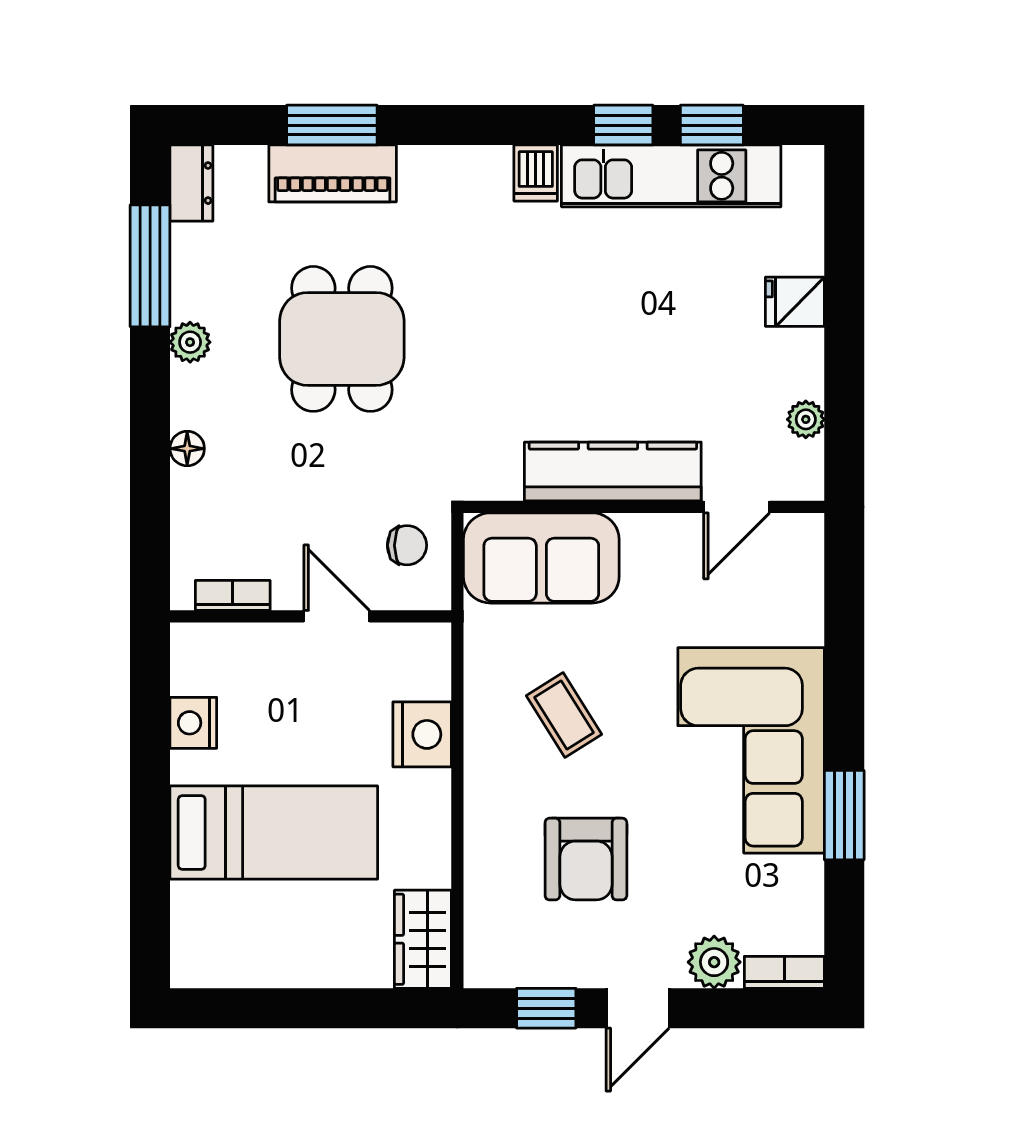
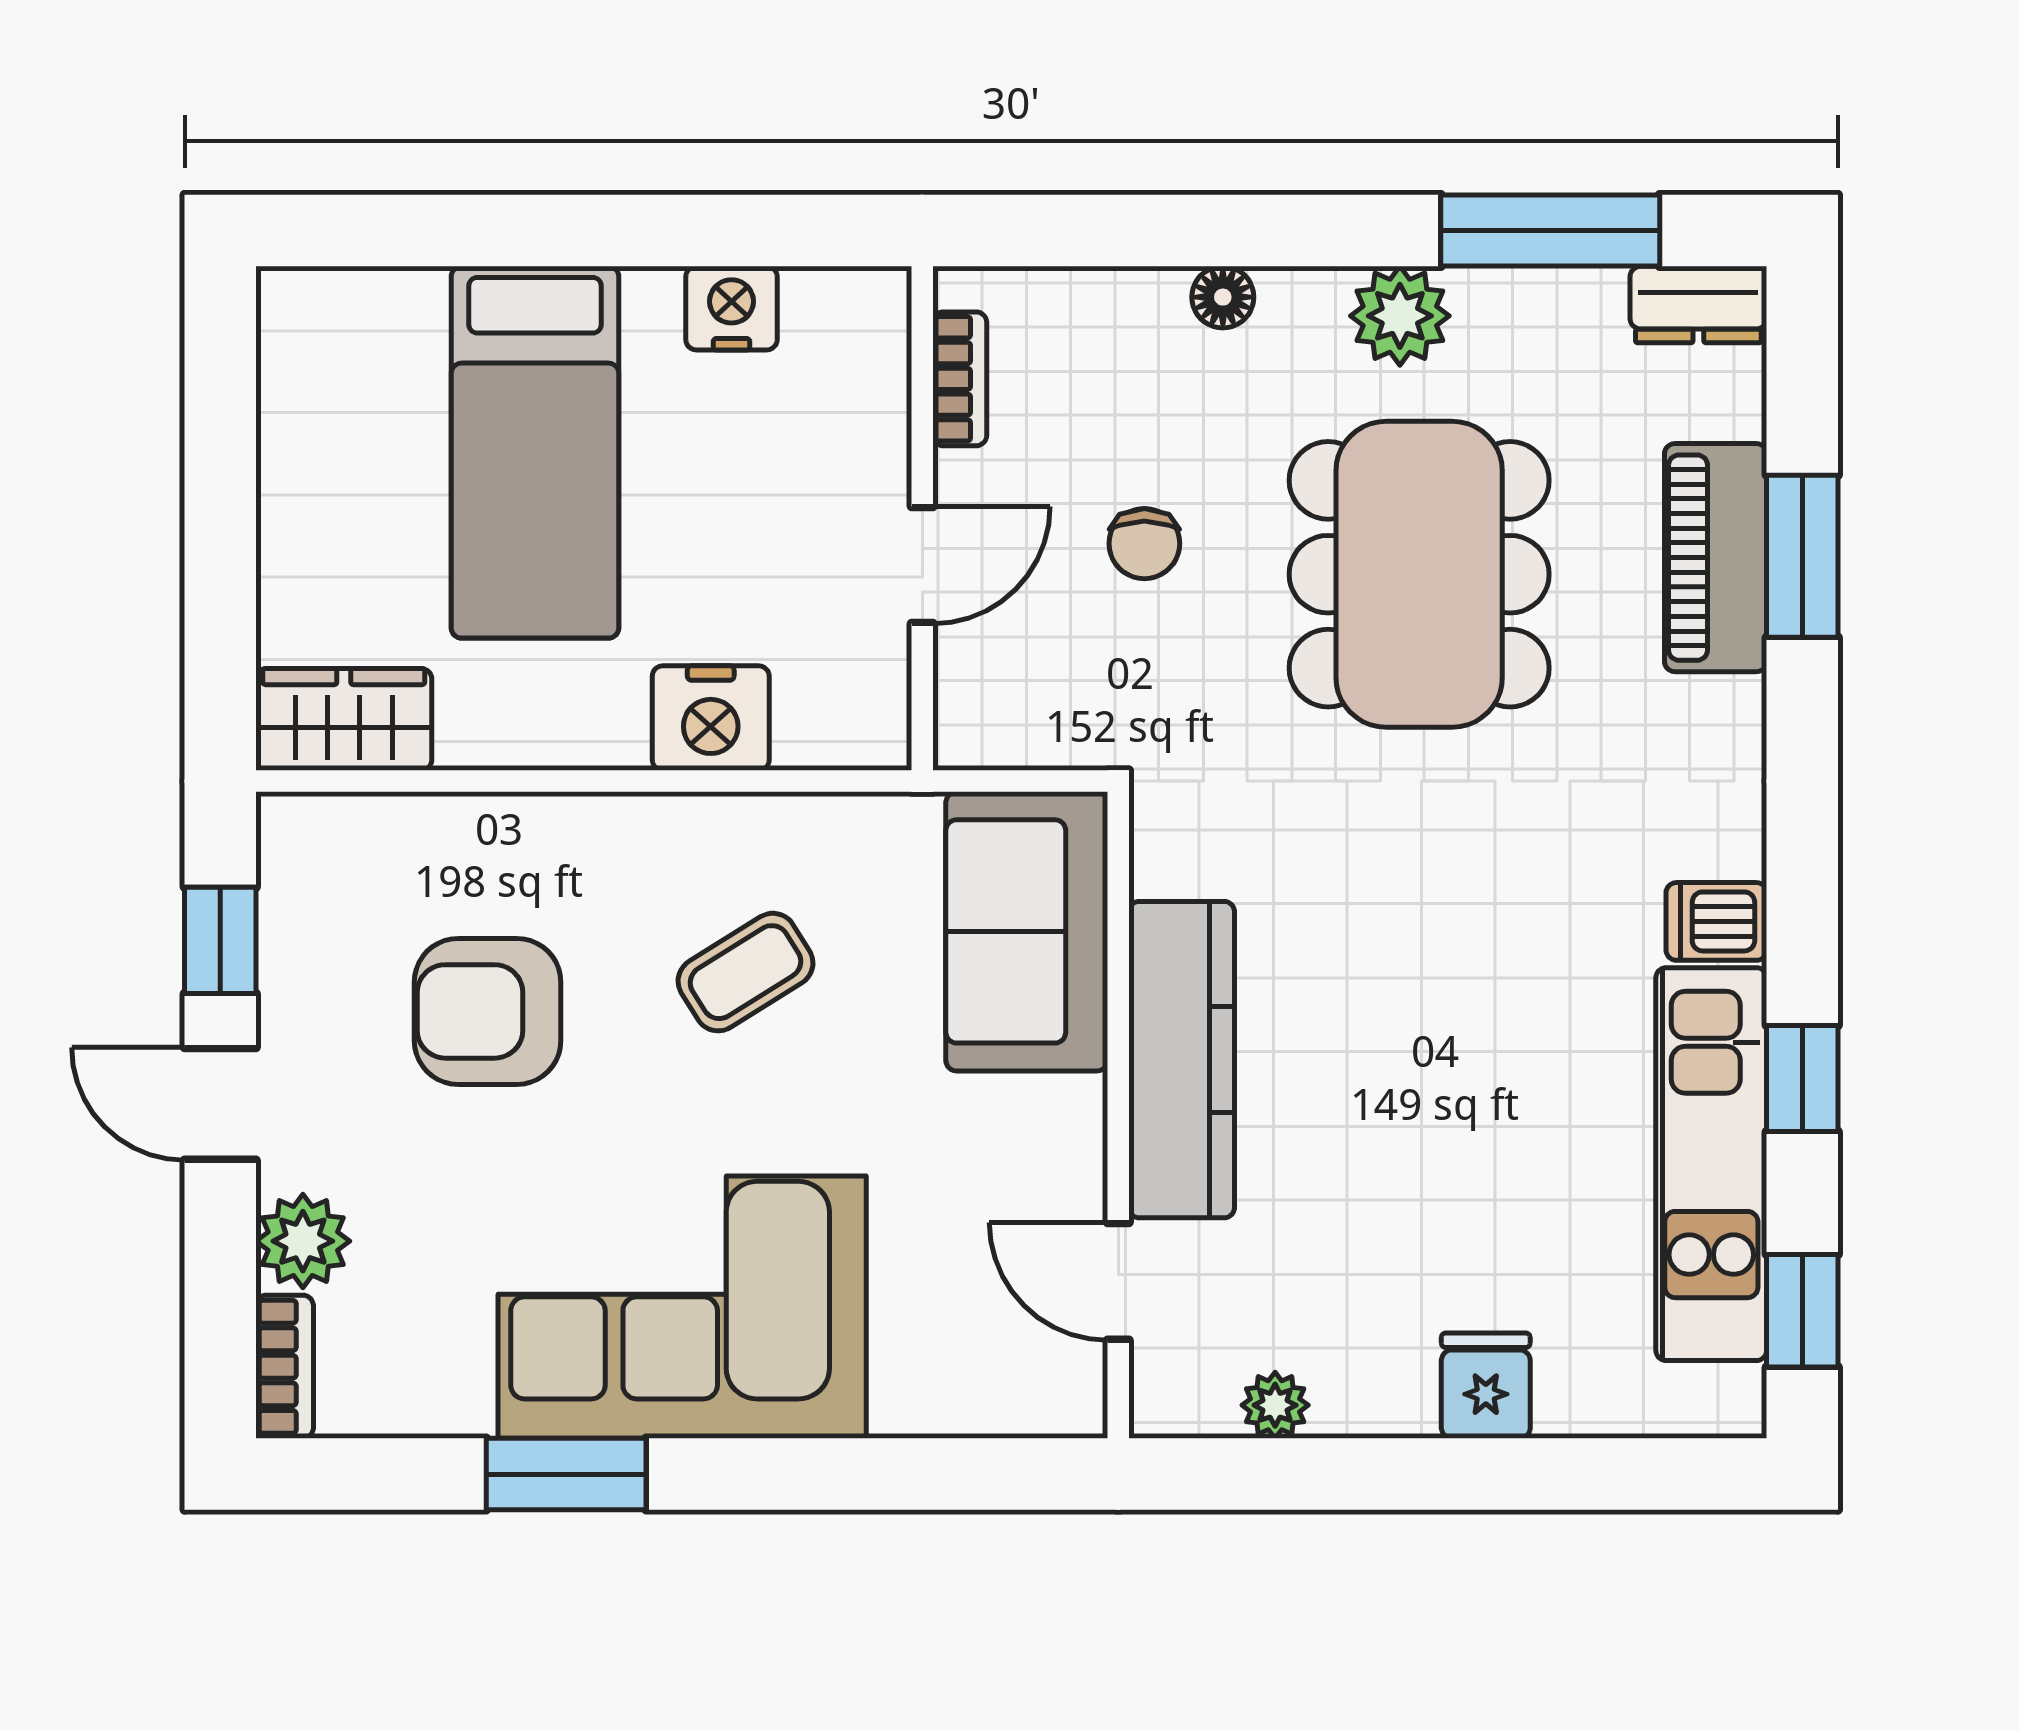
window: (712, 125) -> (1802, 1311), moved
dining table: (342, 339) -> (1419, 574), width x1.38
plant: (190, 342) -> (1400, 316), width x1.38, depth x1.38
chair: (407, 545) -> (1144, 544), moved

